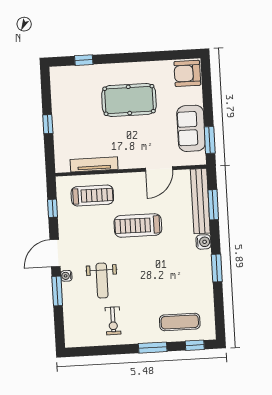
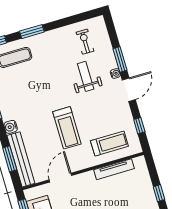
treadmill: (92, 195) -> (109, 144), turned 180
treadmill: (138, 225) -> (67, 128), turned 90
exercise bike: (113, 321) -> (85, 42), moved

